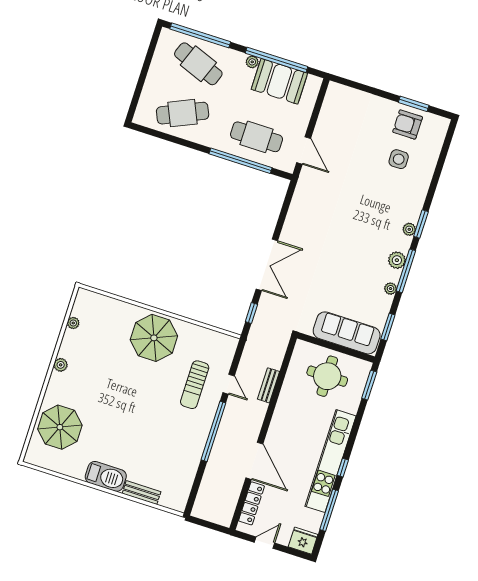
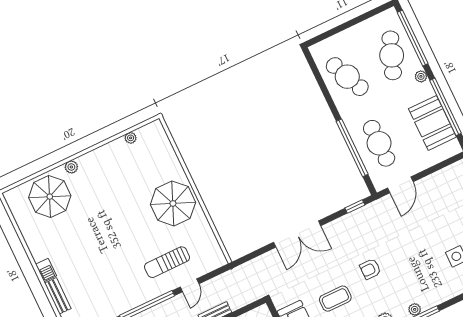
plant: (252, 62) -> (421, 76), moved
armchair: (346, 234) -> (370, 269), added
coffee table: (344, 282) -> (335, 299), added
window: (251, 313) -> (355, 207), moved
plant: (61, 365) -> (71, 167), moved
barbecue: (106, 476) -> (46, 270), width x0.53, depth x0.65

